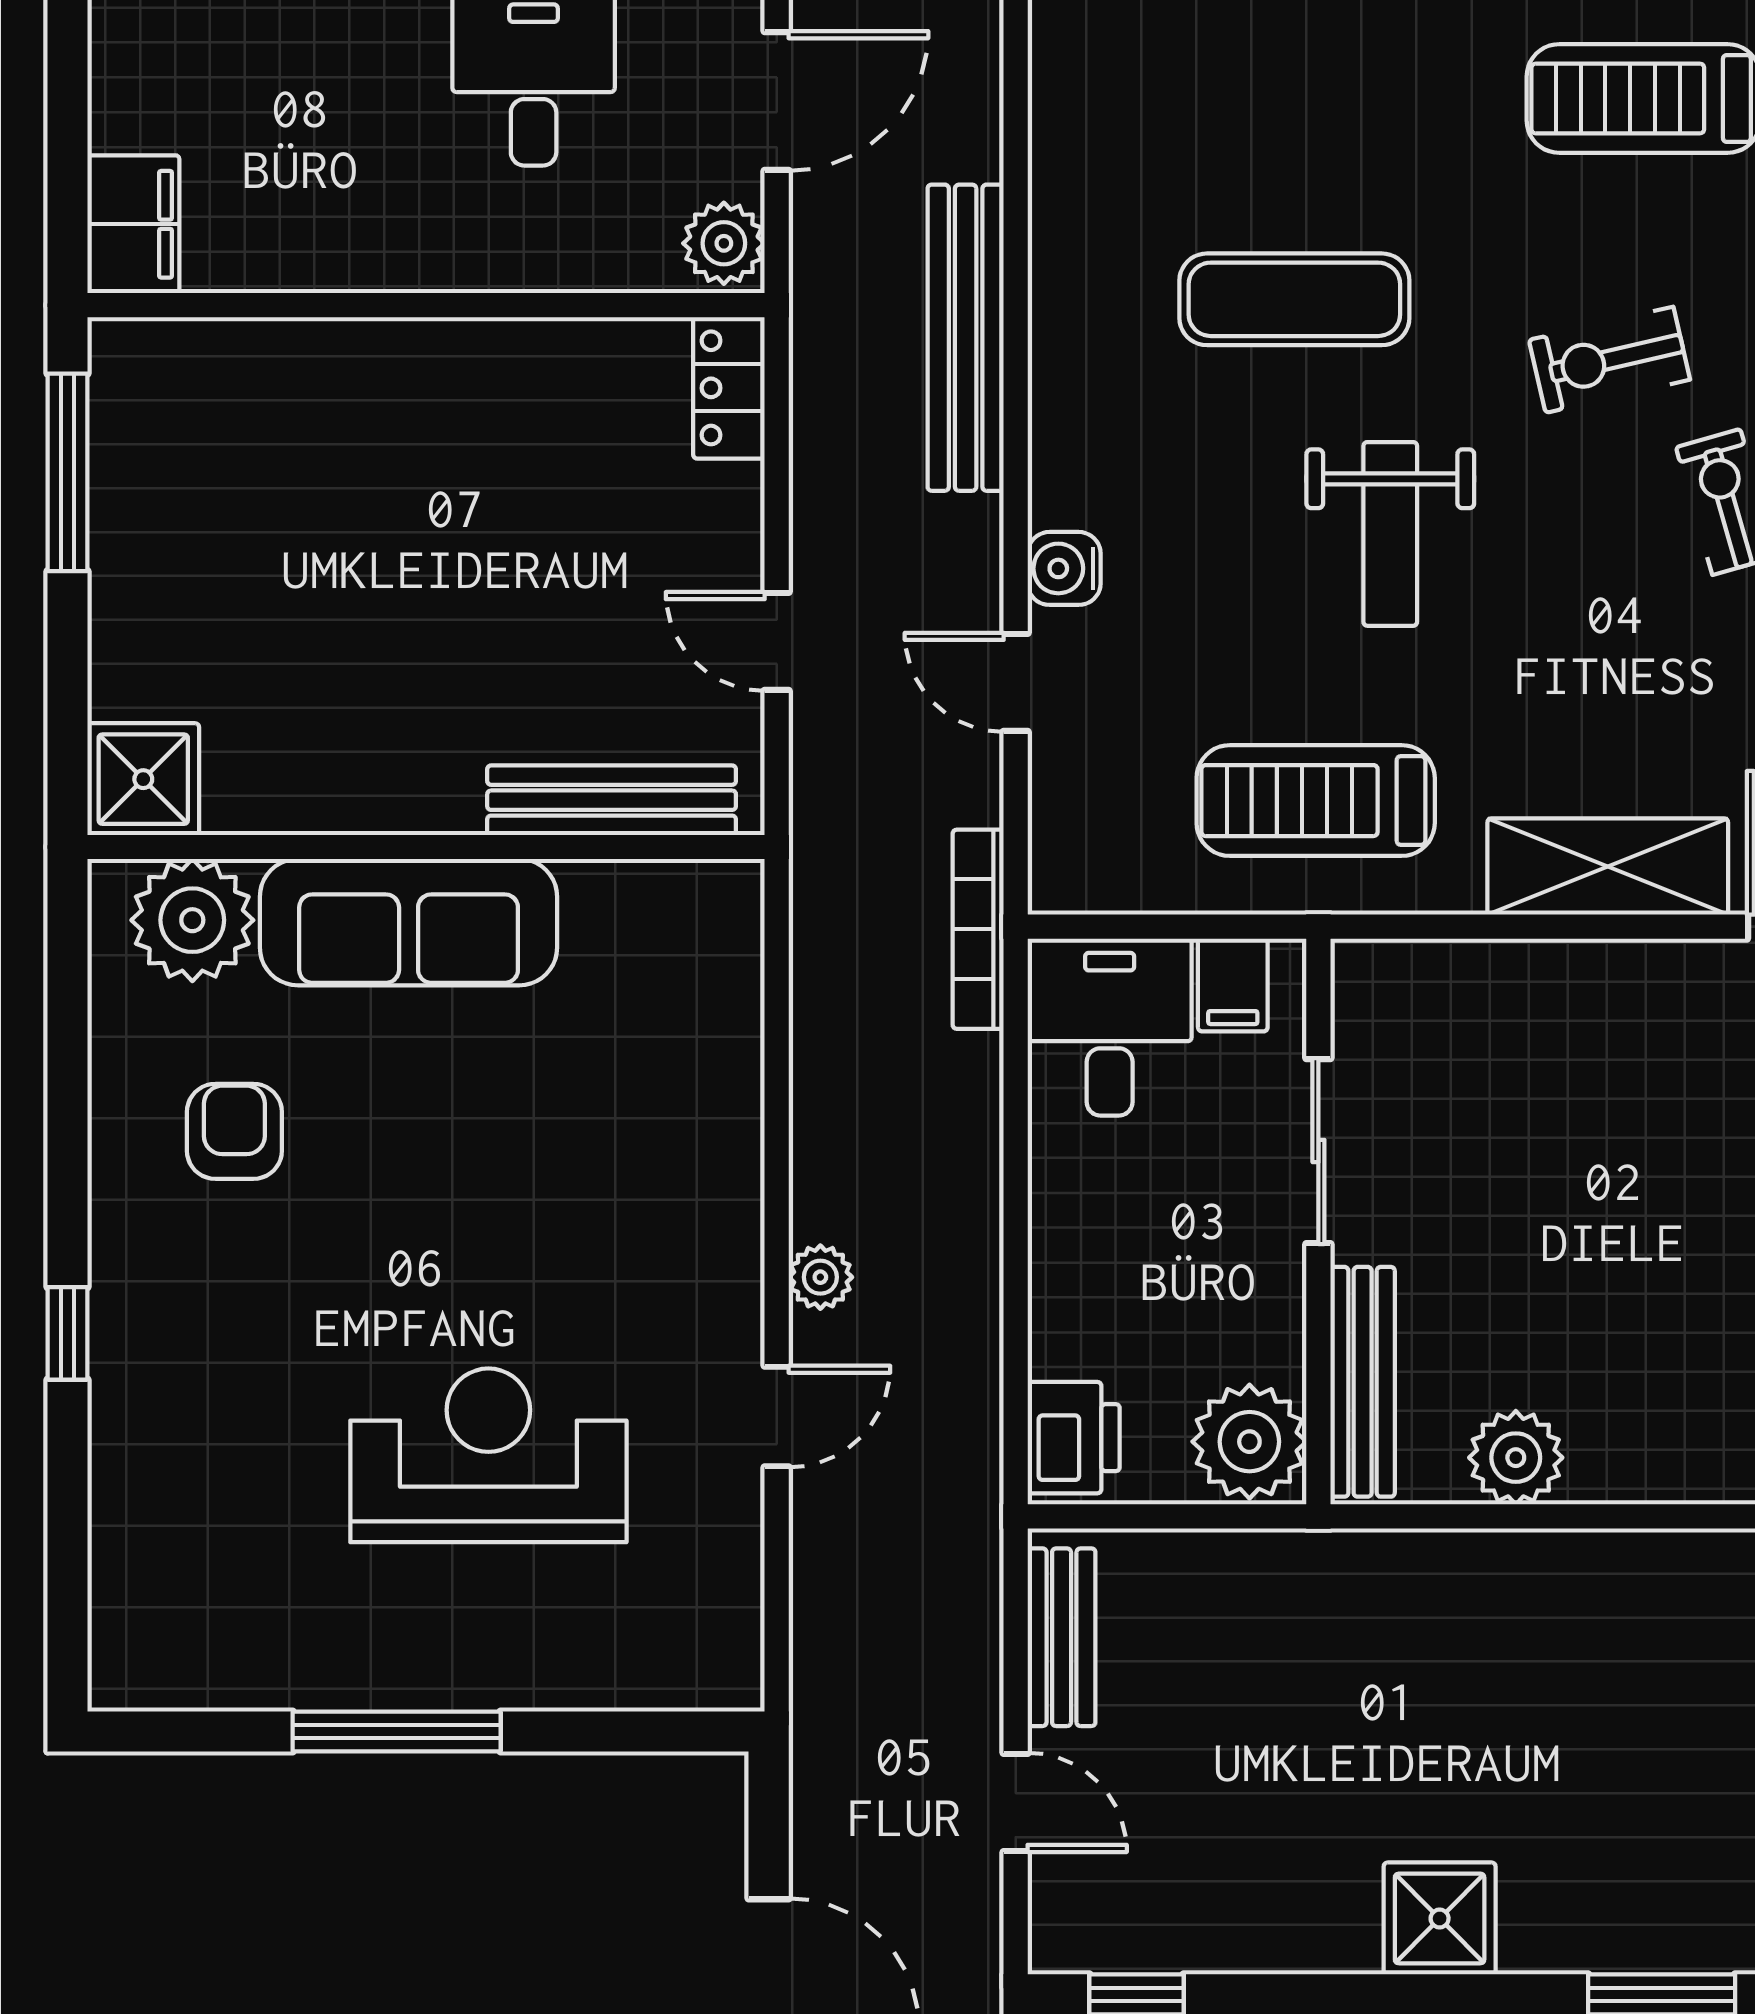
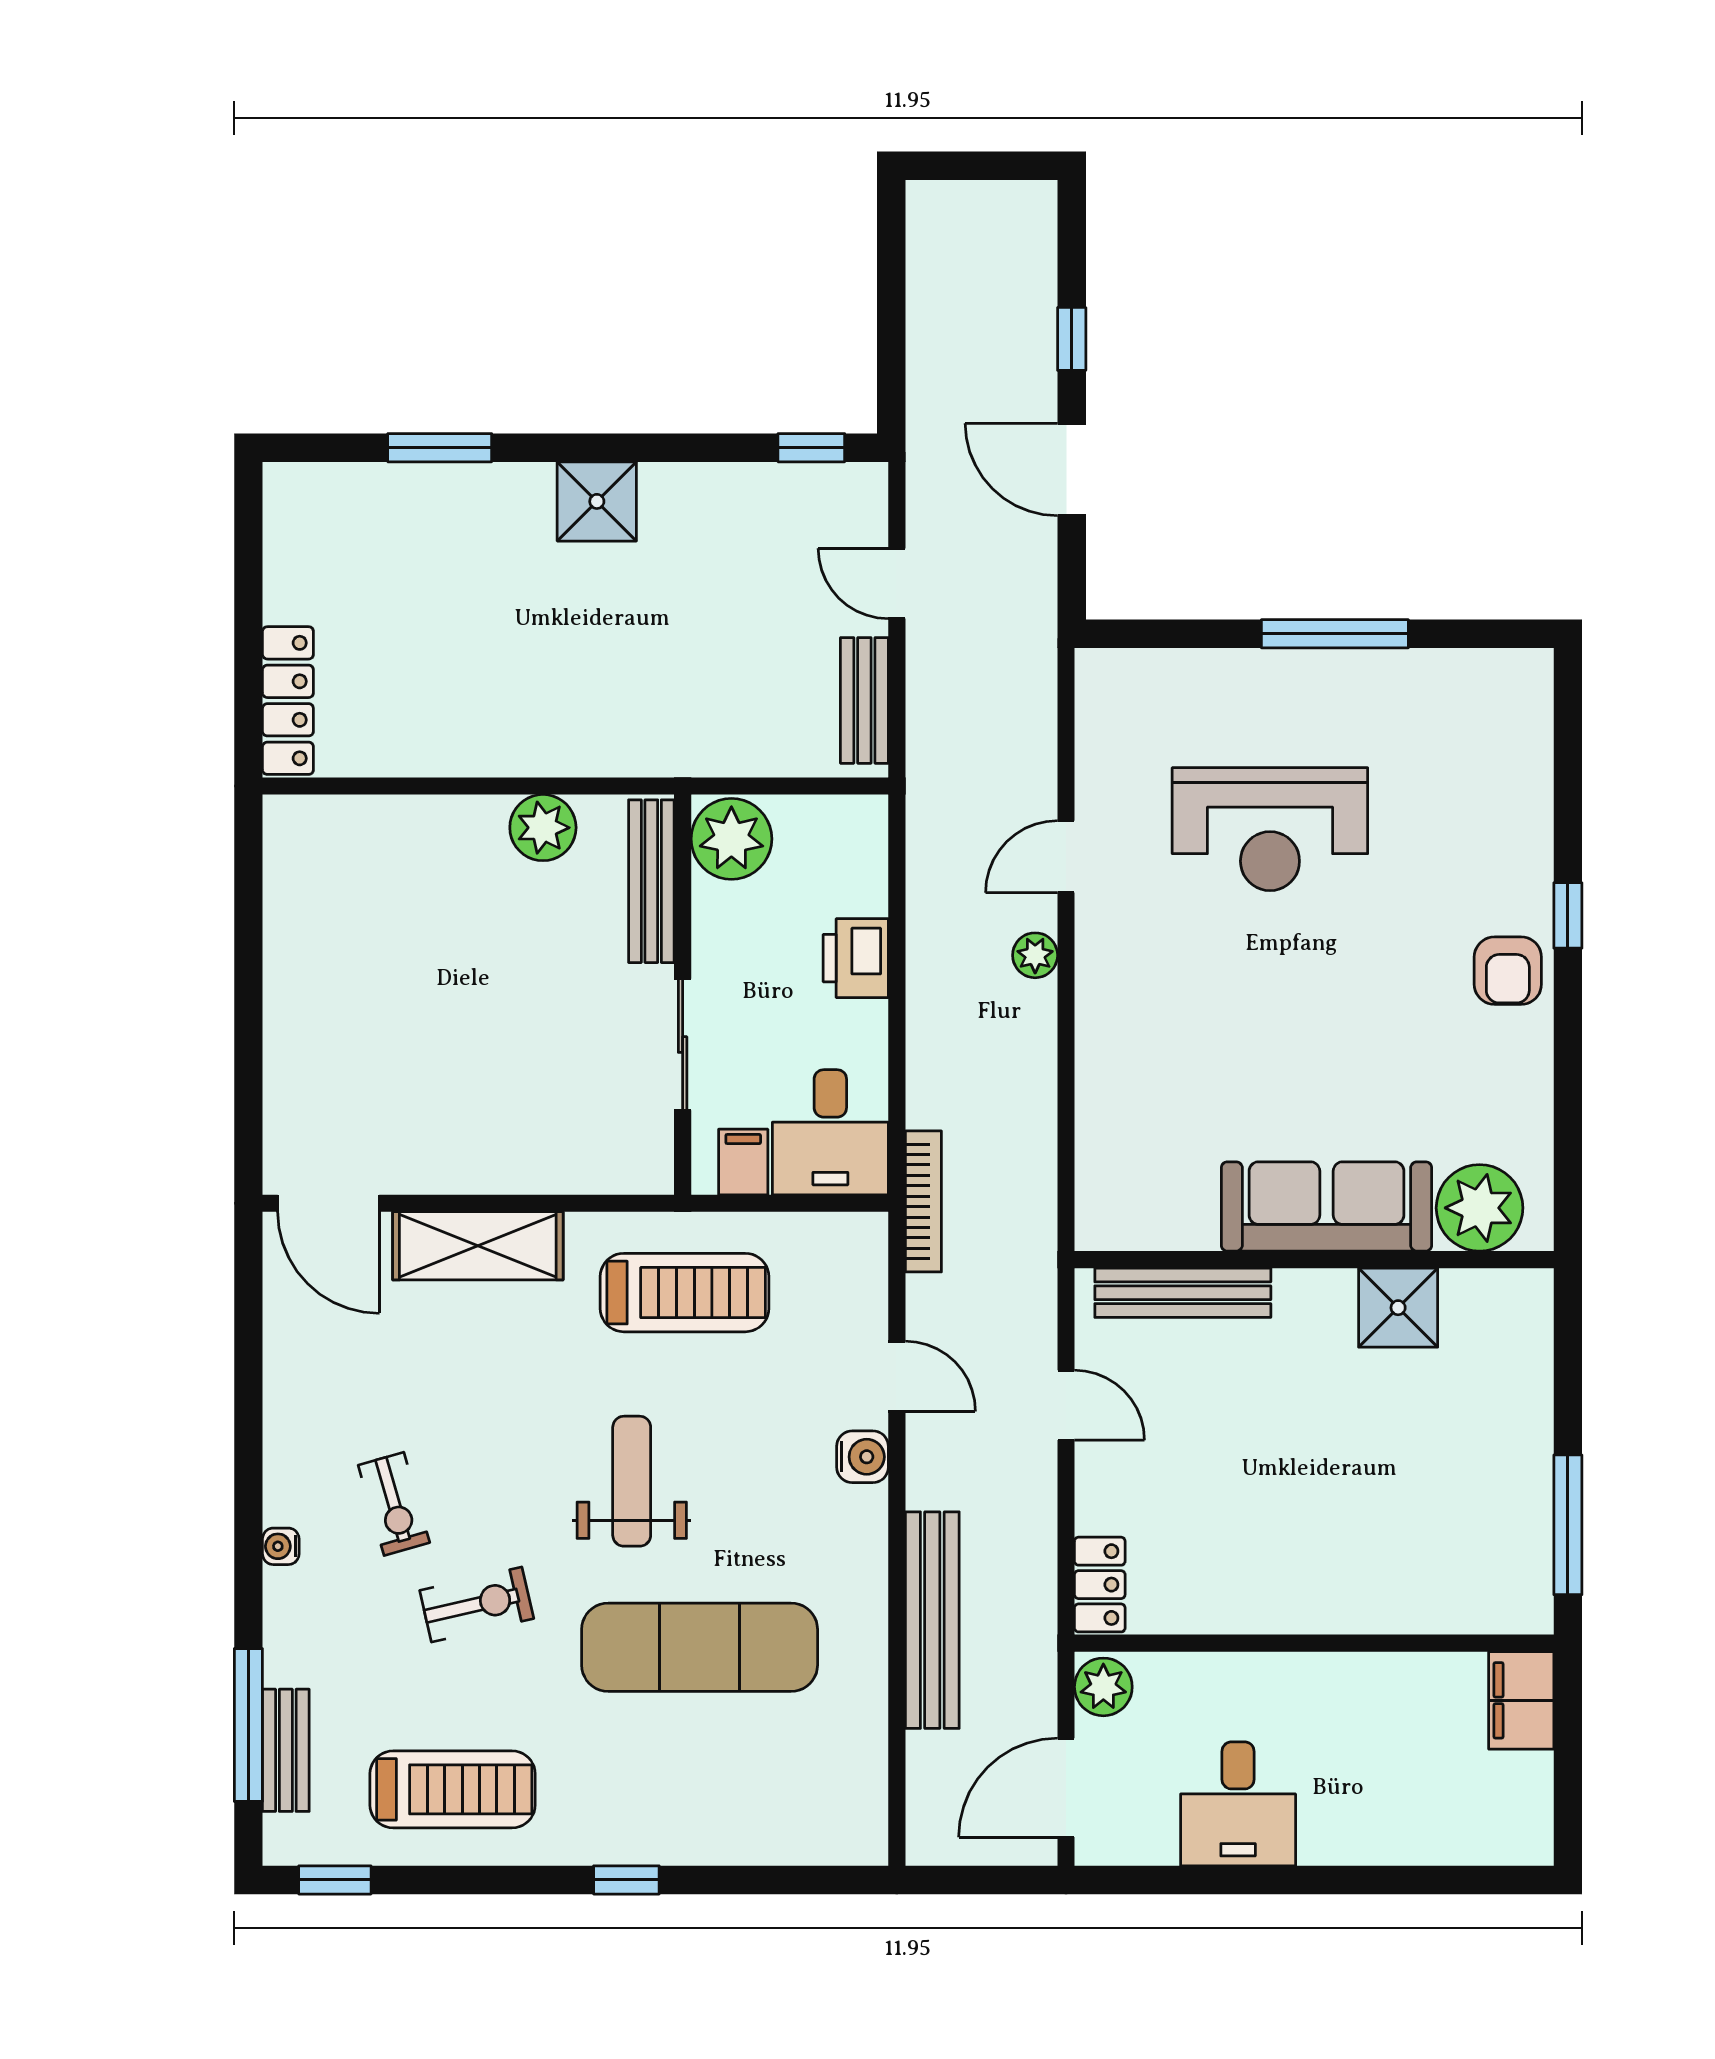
exercise mat: (1294, 299) -> (700, 1647), width x1.36, depth x1.45
shower: (143, 779) -> (1398, 1308), moved
armchair: (234, 1131) -> (1508, 971), moved
printer: (1074, 1438) -> (856, 958), moved

